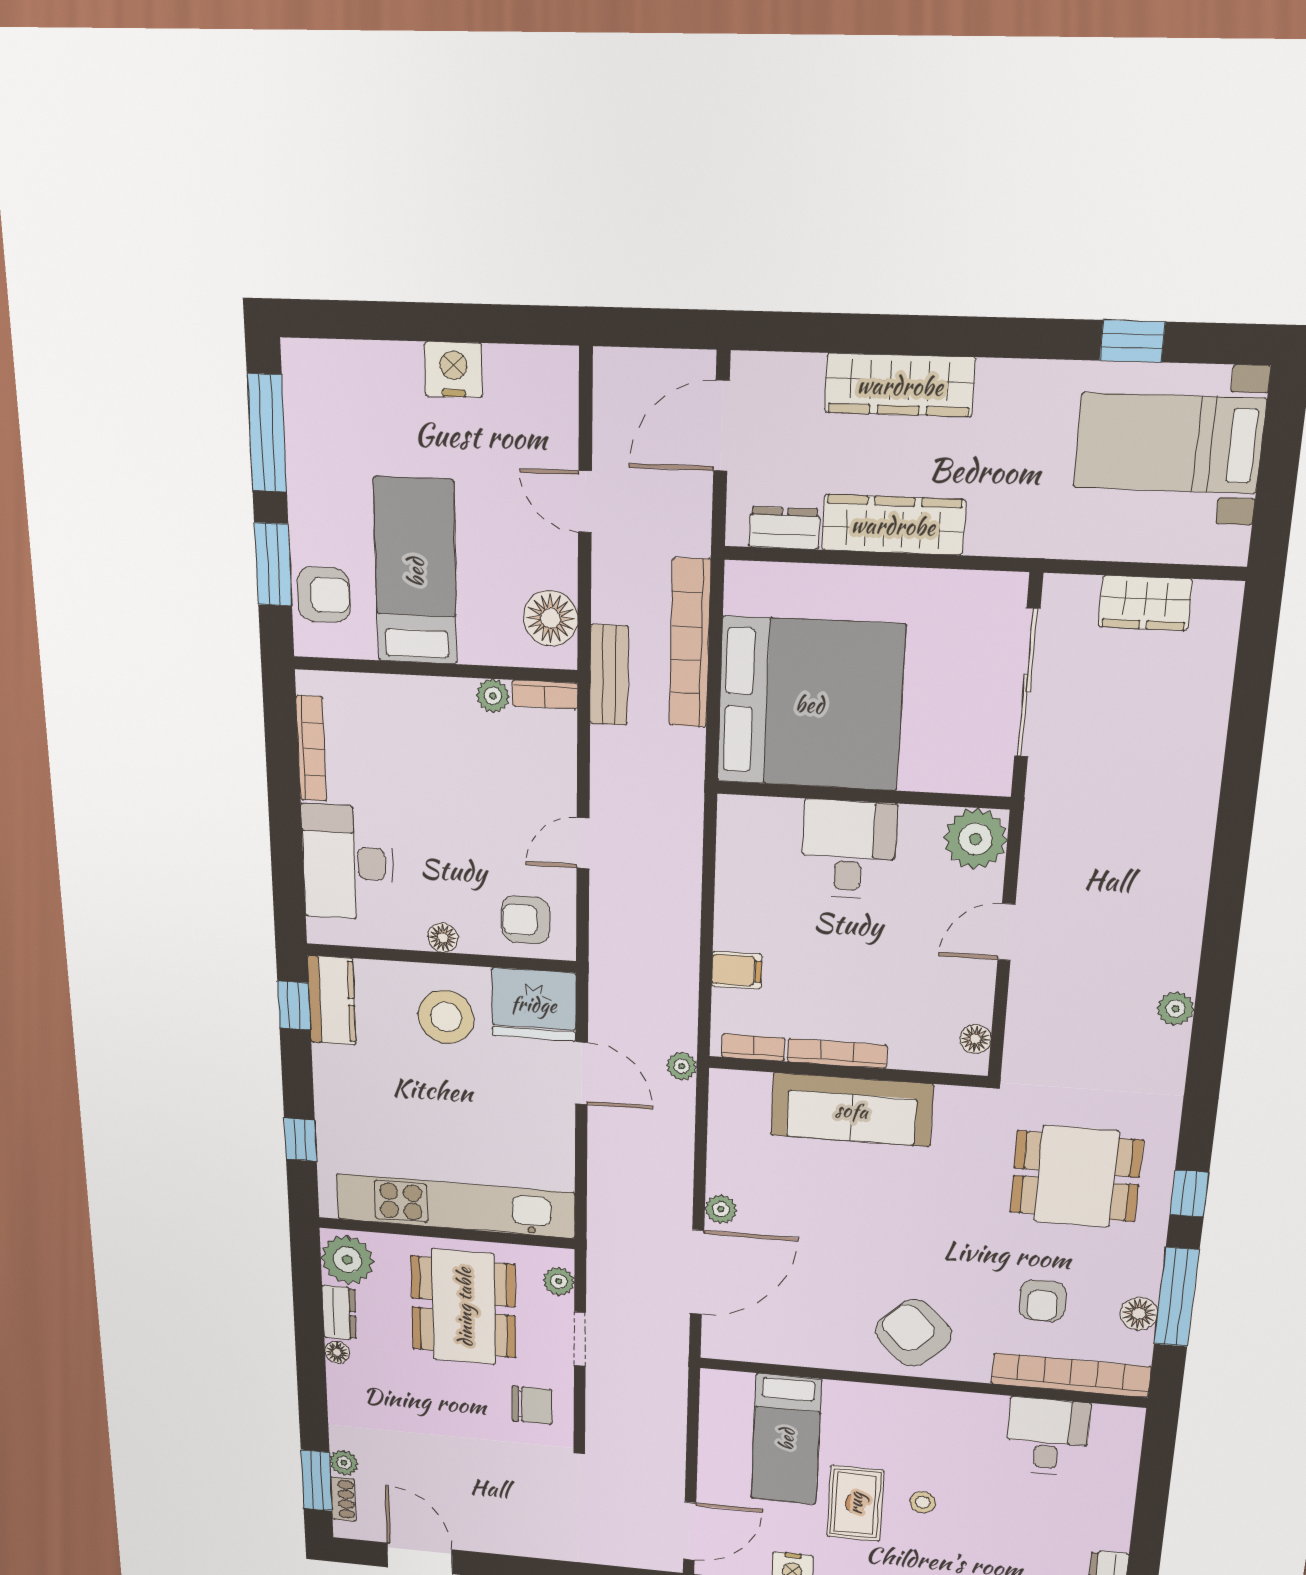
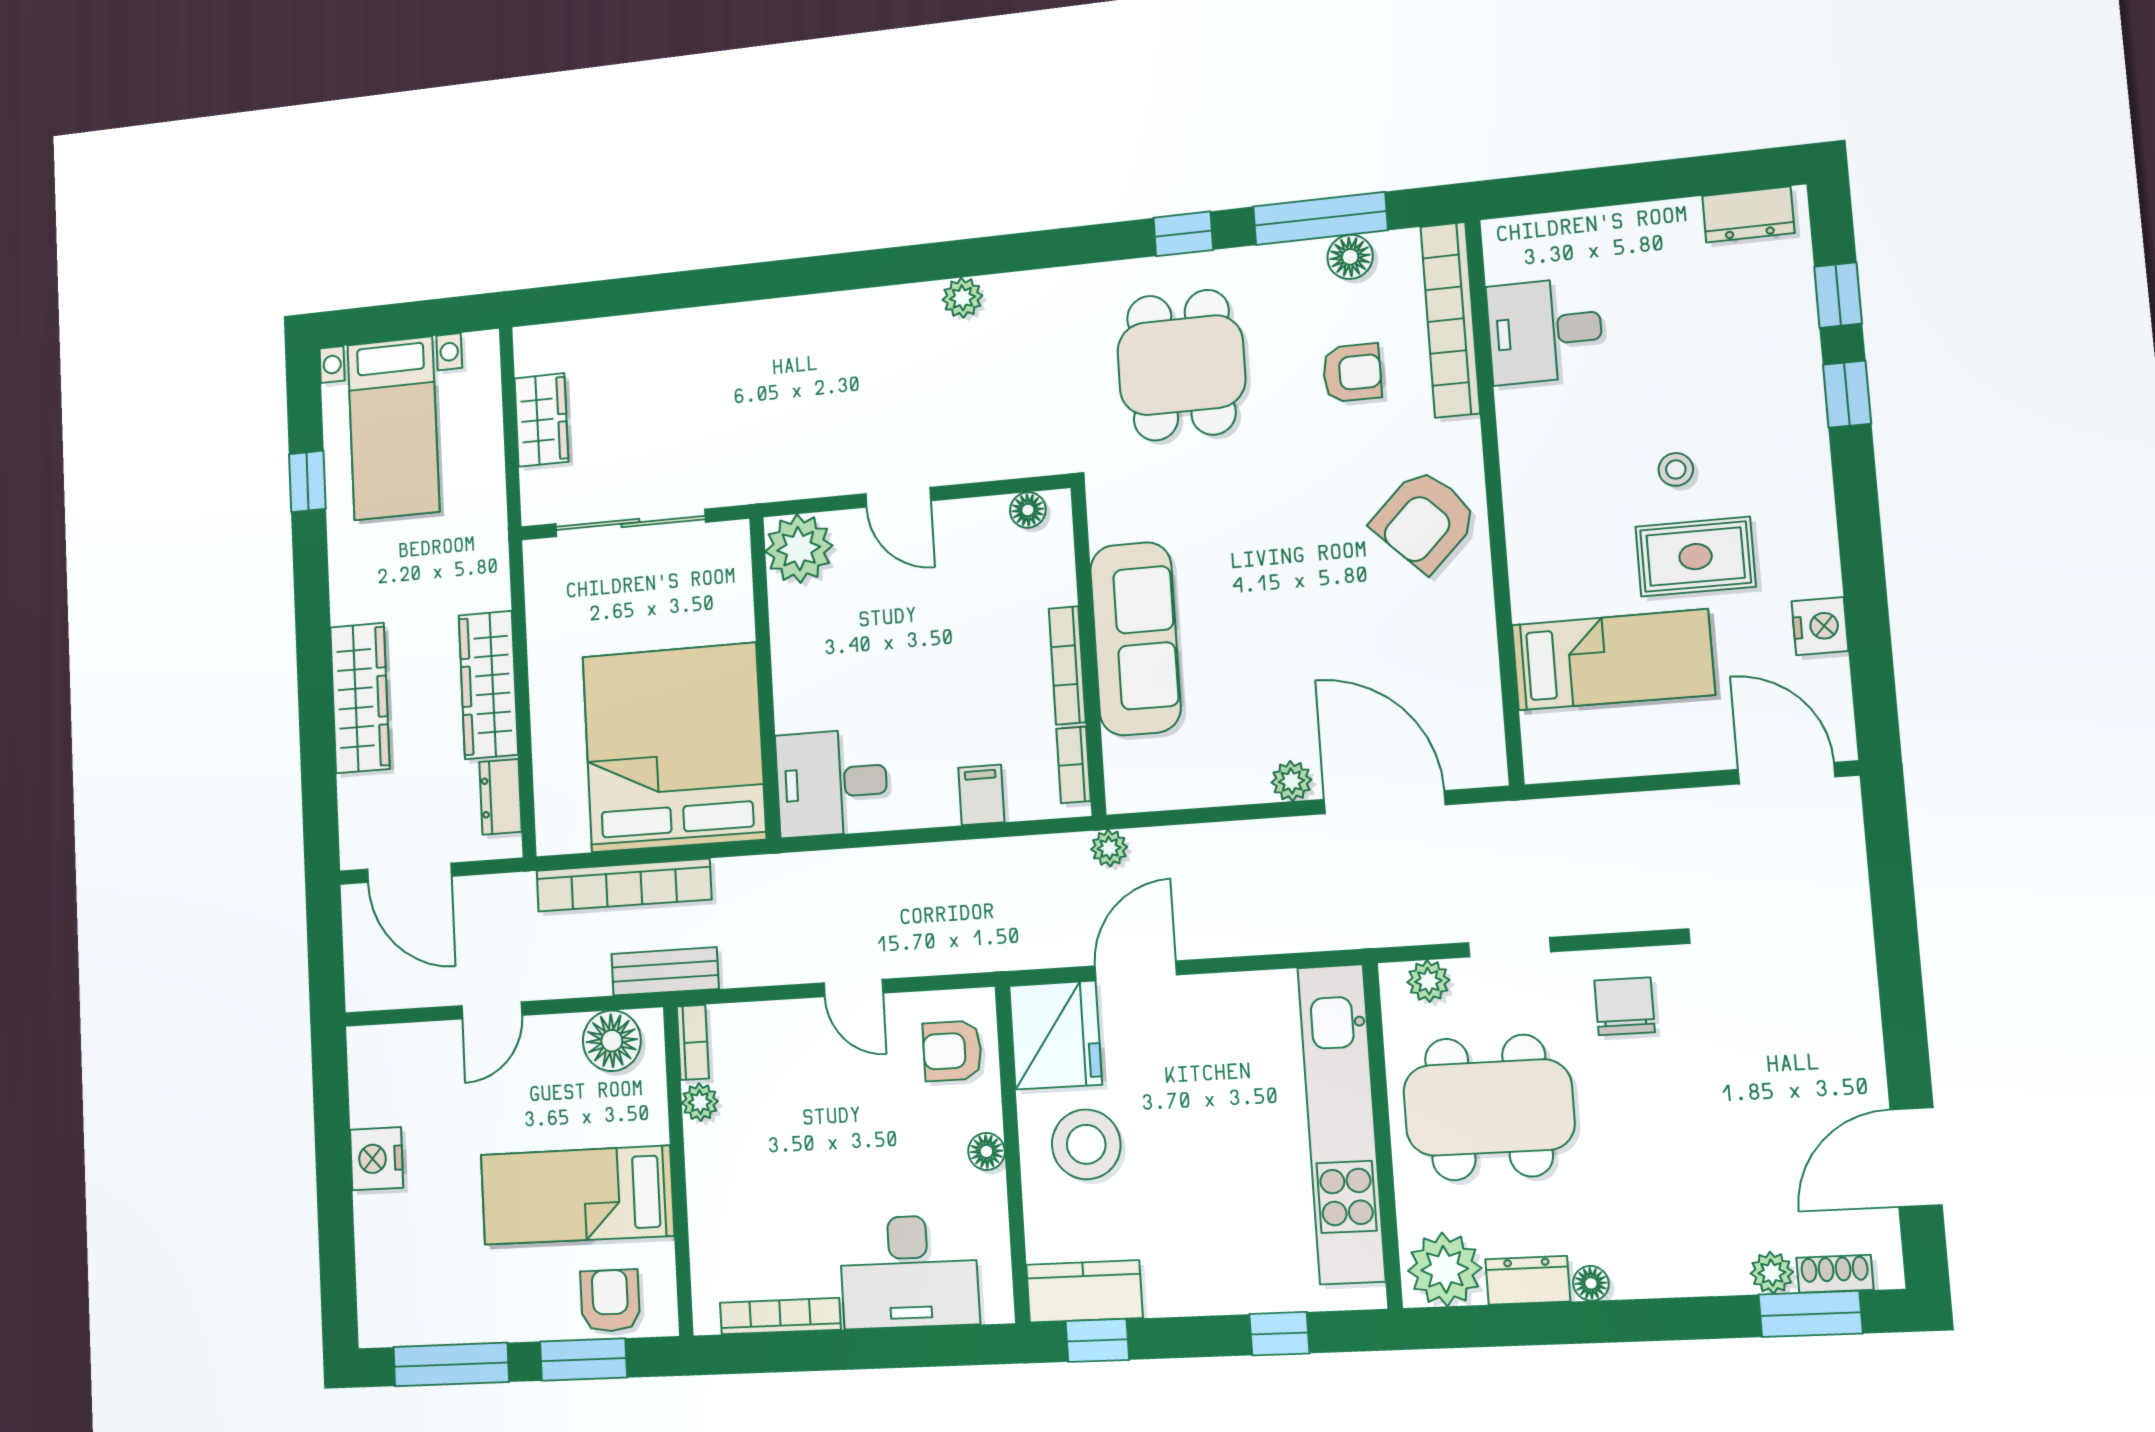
desk: (849, 850) -> (832, 783), moved
armchair: (526, 920) -> (952, 1051), turned 90

